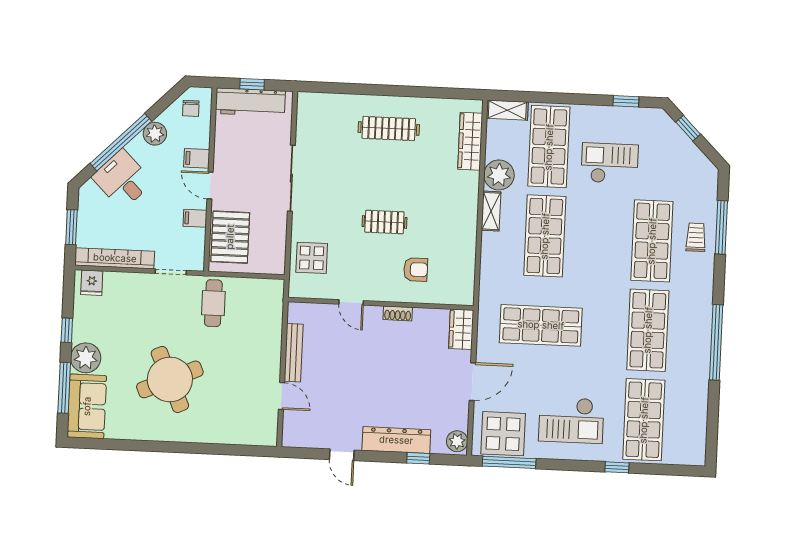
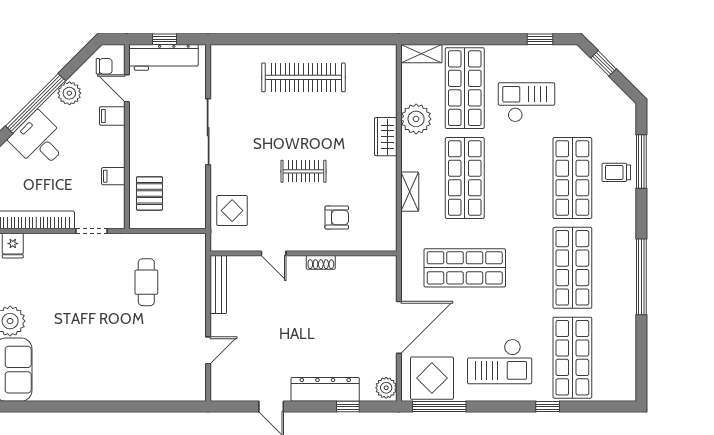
chair: (191, 108) -> (104, 66), turned -90
clothes rail: (389, 128) -> (303, 77), width x1.37, depth x1.31
wardrobe: (470, 141) -> (386, 137), moved, width x0.67
door: (210, 186) -> (127, 88), moved
shelving: (491, 211) -> (410, 192), moved
pallet: (230, 237) -> (149, 193), width x0.67, depth x0.71
trolley: (696, 237) -> (616, 172), turned -90
cafe table: (213, 303) -> (146, 282), moved
wardrobe: (461, 329) -> (385, 275), removed
bench: (294, 353) -> (218, 285), moved
round table: (170, 379) -> (95, 339), removed
door: (472, 382) -> (399, 327), width x1.36
door: (281, 396) -> (208, 350), hinge flipped

